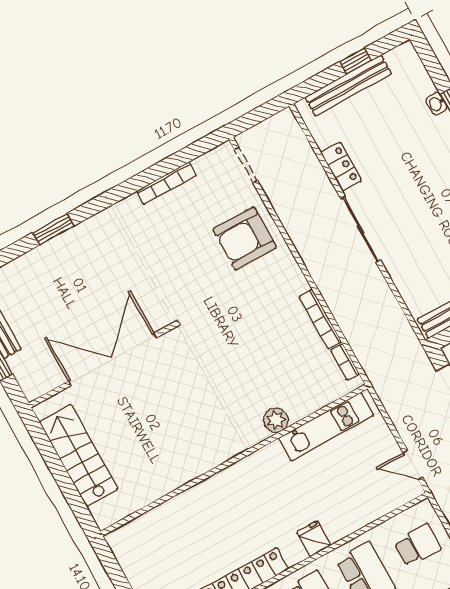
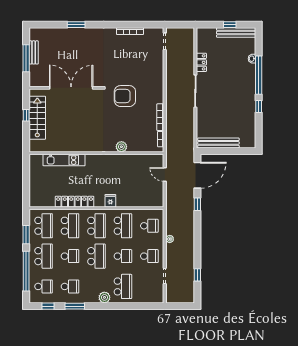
bench: (348, 85) -> (236, 33), moved
armchair: (245, 238) -> (125, 96), moved
kitchen unit: (326, 427) -> (64, 160), moved
window: (54, 463) -> (26, 115), added
door: (413, 465) -> (165, 174), moved

